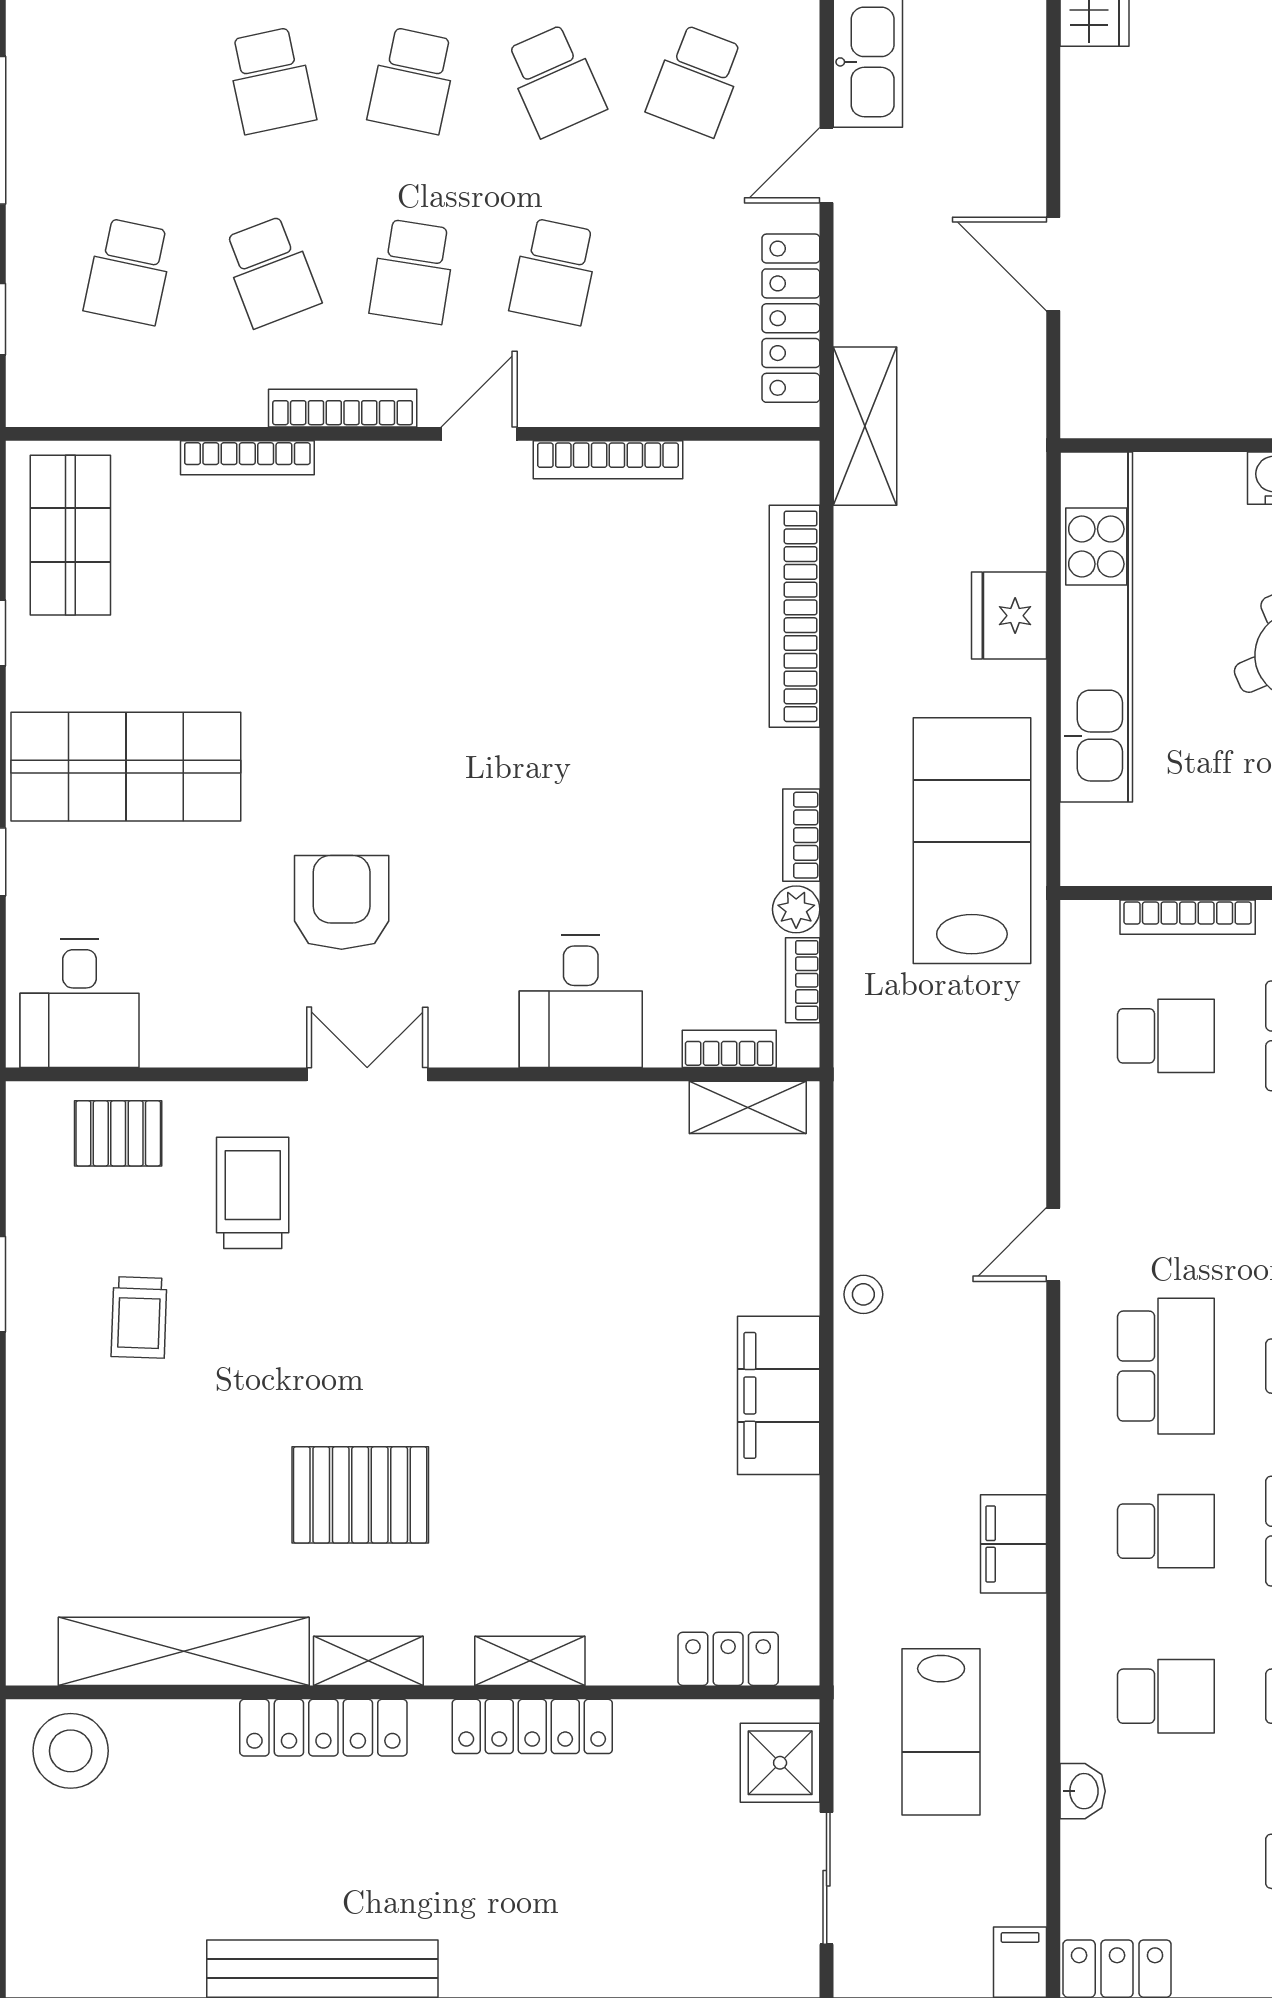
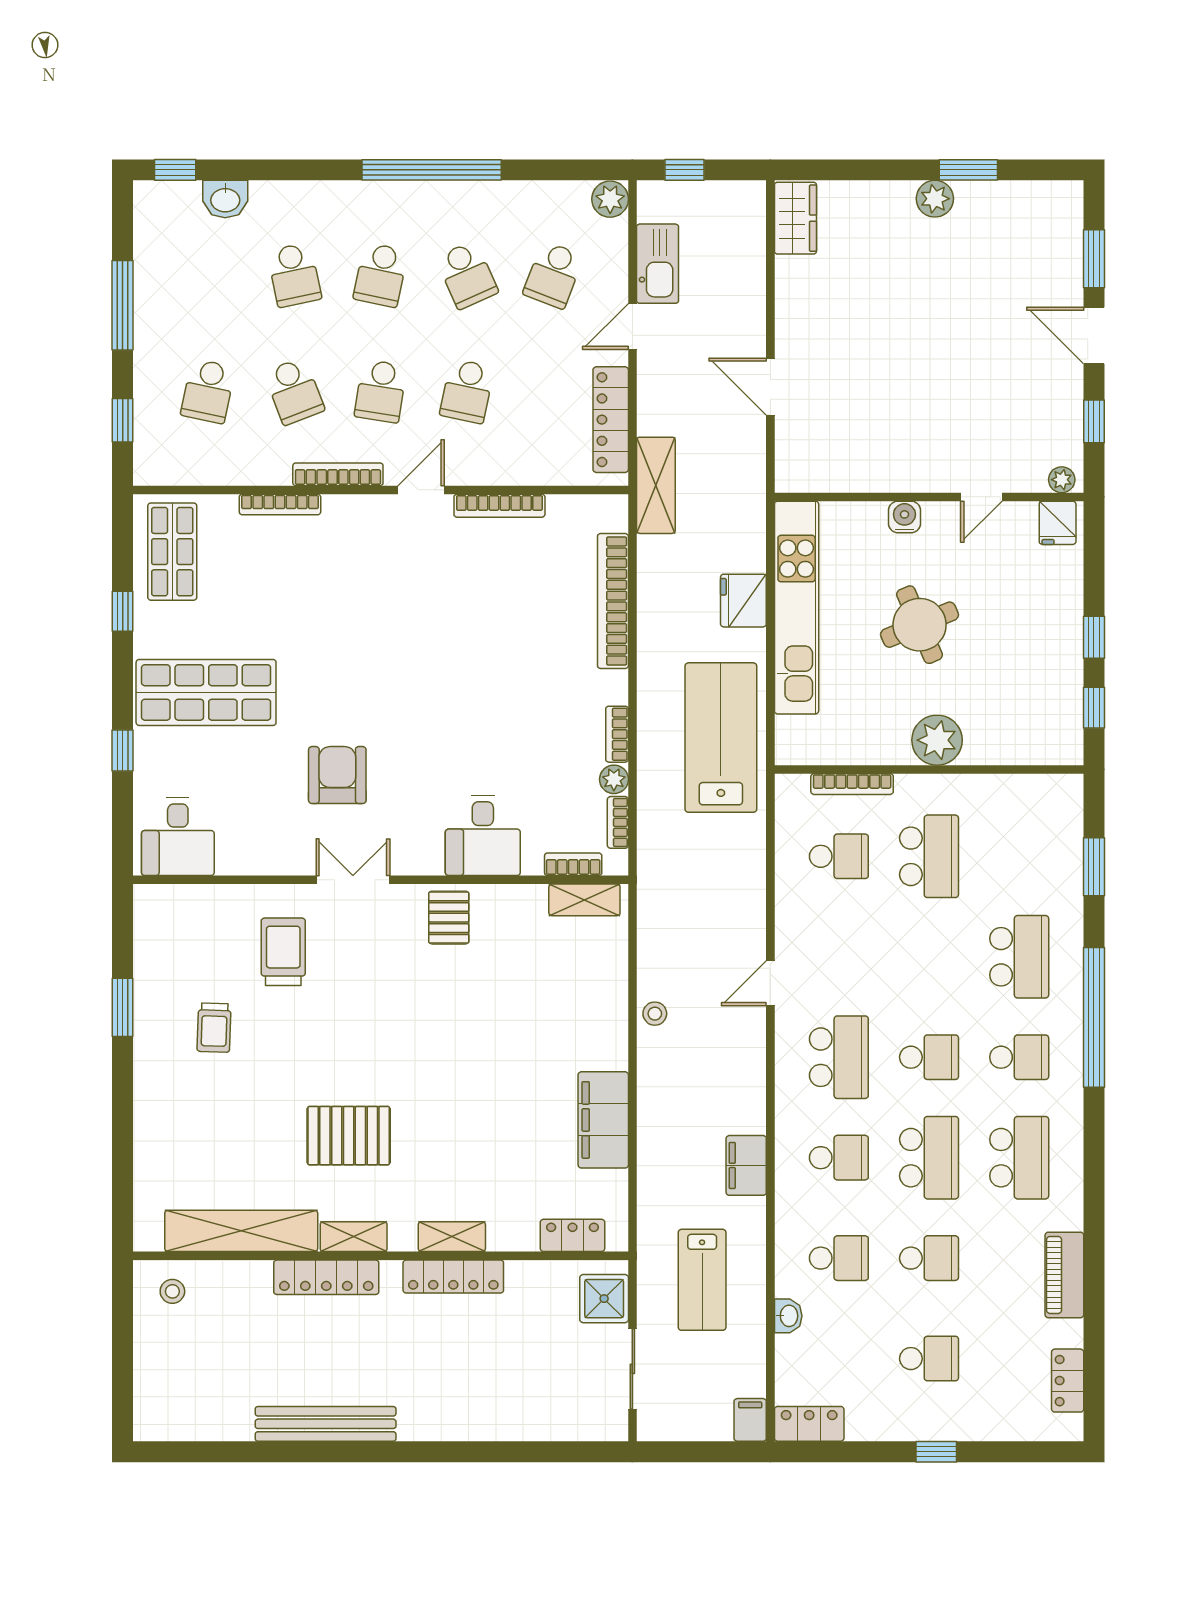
pallet: (118, 1133) -> (449, 918), moved, turned 90
filing cabinet: (779, 1395) -> (603, 1120), moved
stool: (71, 1751) -> (172, 1291), width x0.53, depth x0.53

